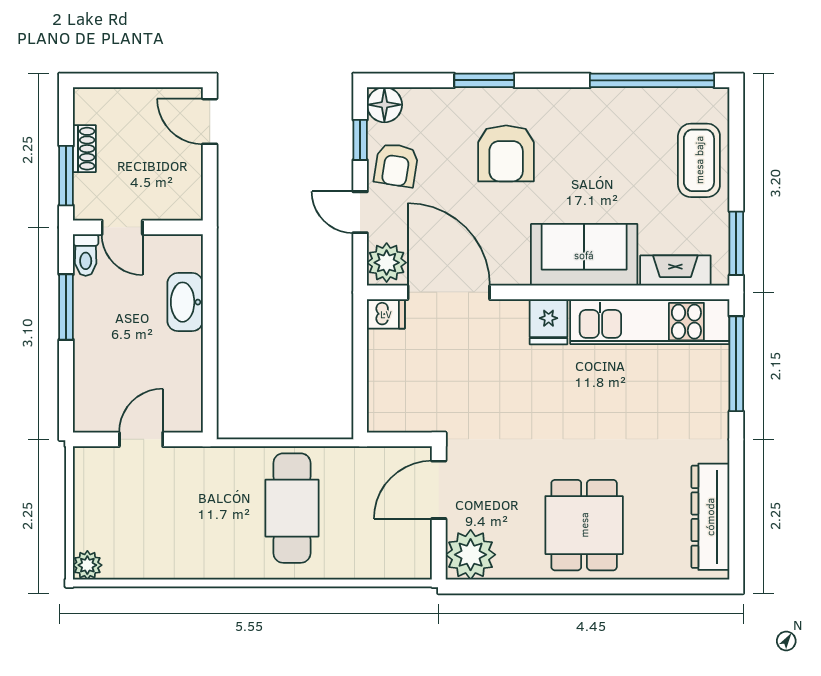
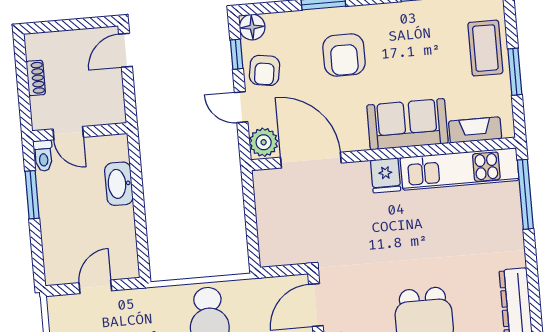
door: (210, 121) -> (125, 50), hinge flipped
window: (66, 176) -> (24, 99), removed
window: (736, 243) -> (515, 72), moved
dishwasher: (386, 314) -> (266, 180), removed

